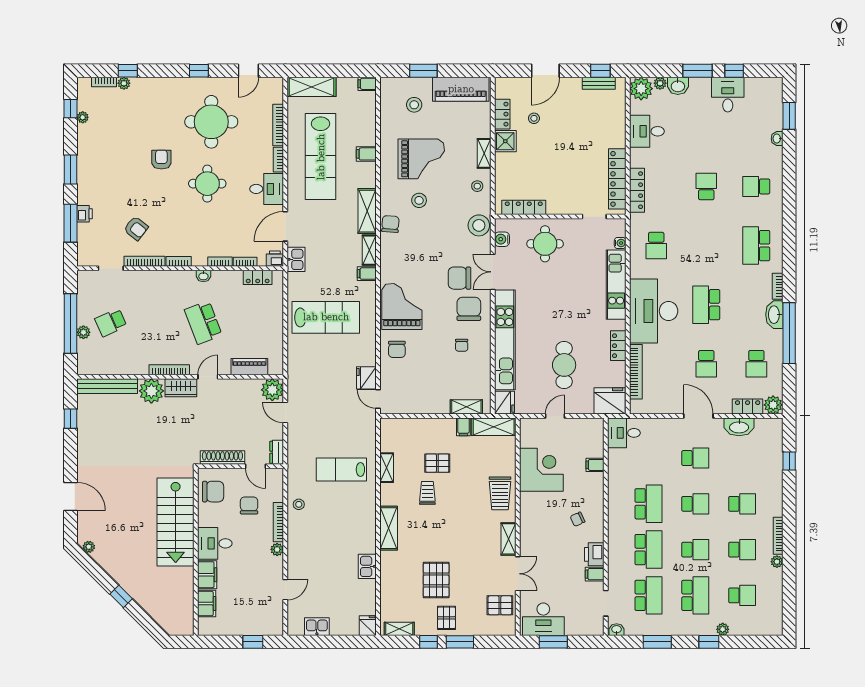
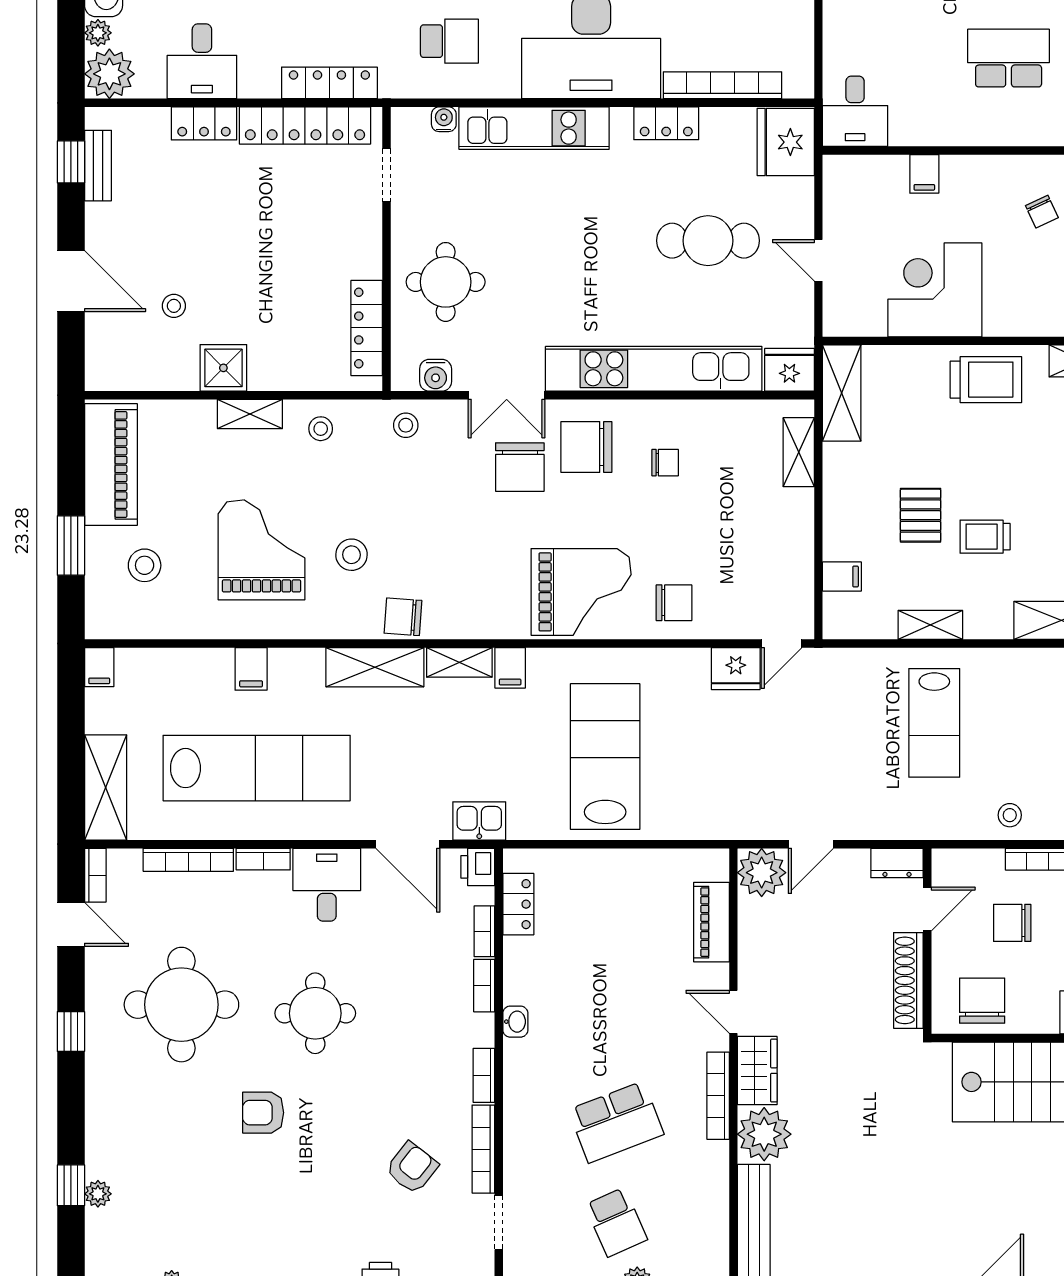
bookcase: (104, 82) -> (95, 875), moved
locker: (502, 114) -> (204, 123), moved, turned 180
stool: (479, 225) -> (406, 425), width x0.53, depth x0.53
grand piano: (402, 306) -> (581, 592), turned 180
school desk: (203, 323) -> (616, 1122), moved
filing cabinet: (463, 427) -> (842, 576), moved

